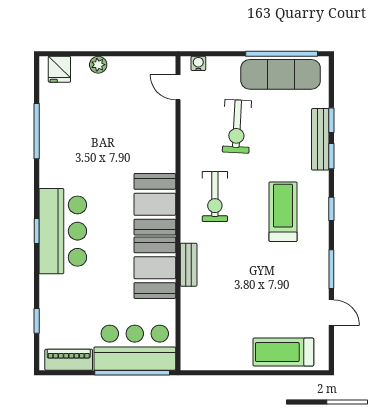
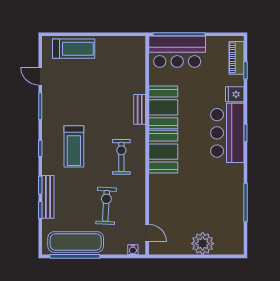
plant: (98, 65) -> (203, 244), width x1.87, depth x1.87
fridge: (59, 69) -> (235, 94), moved, turned -90
piano: (69, 360) -> (236, 58), moved, turned 90

